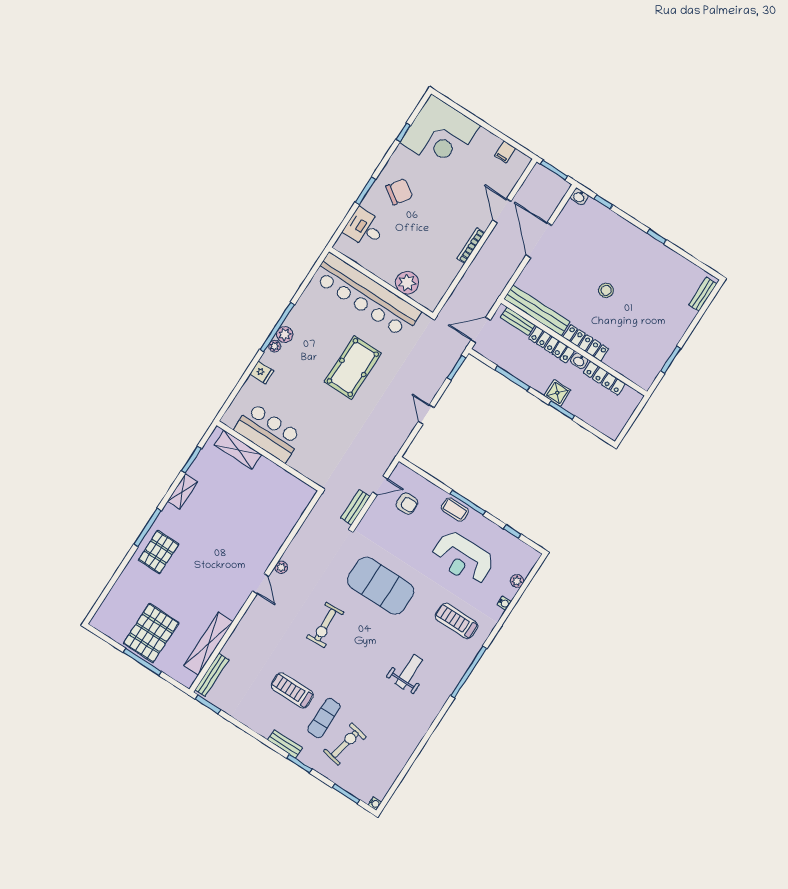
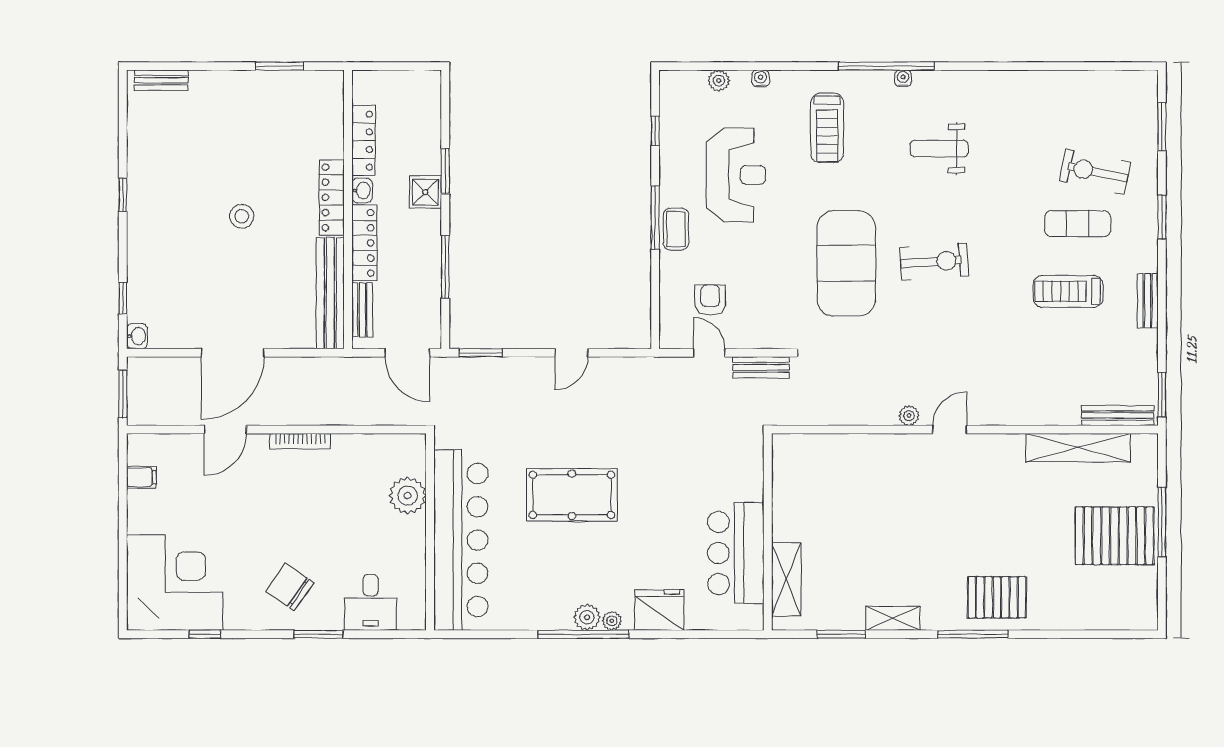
fridge: (262, 372) -> (659, 610), width x1.88, depth x1.34
exercise bike: (325, 625) -> (934, 262), moved
treadmill: (292, 690) -> (1068, 291), turned 90
bench: (285, 744) -> (1148, 301), moved
water cooler: (375, 803) -> (903, 78), moved

